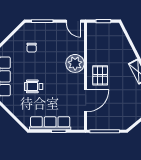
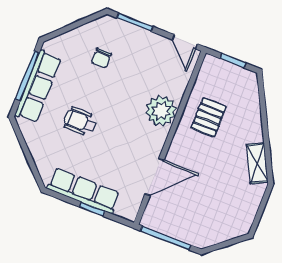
pallet: (100, 75) -> (209, 117), moved

